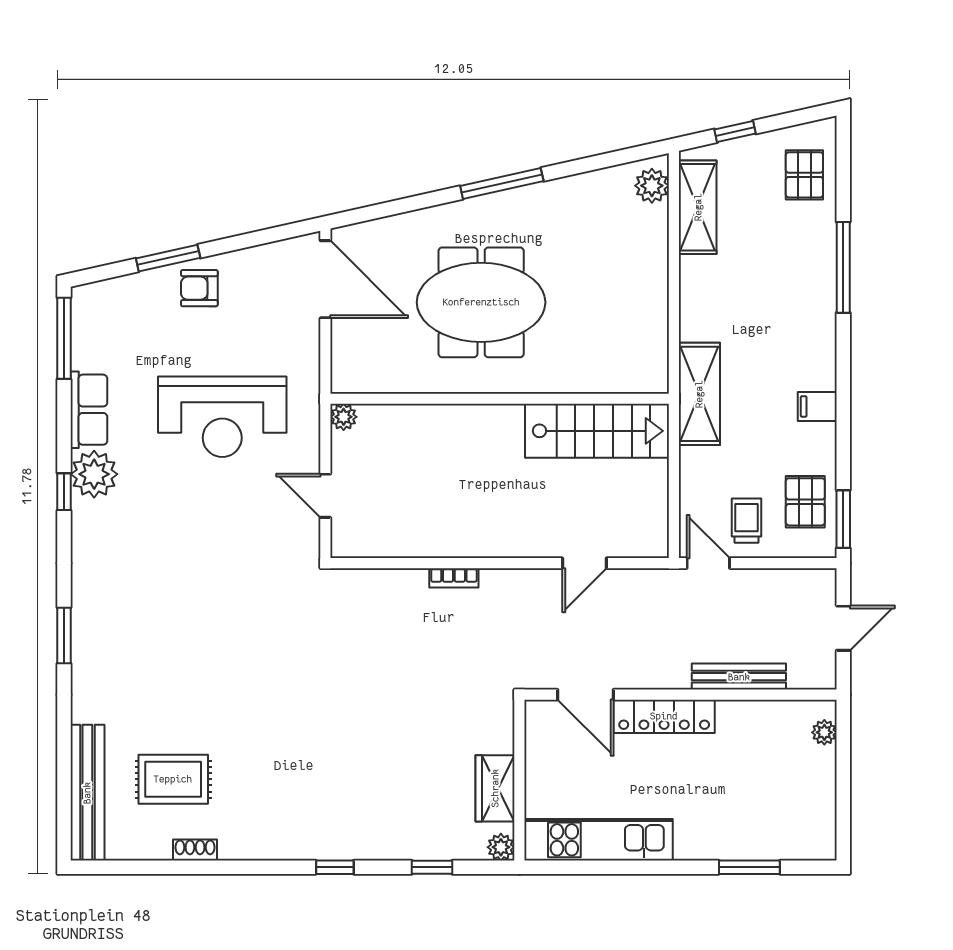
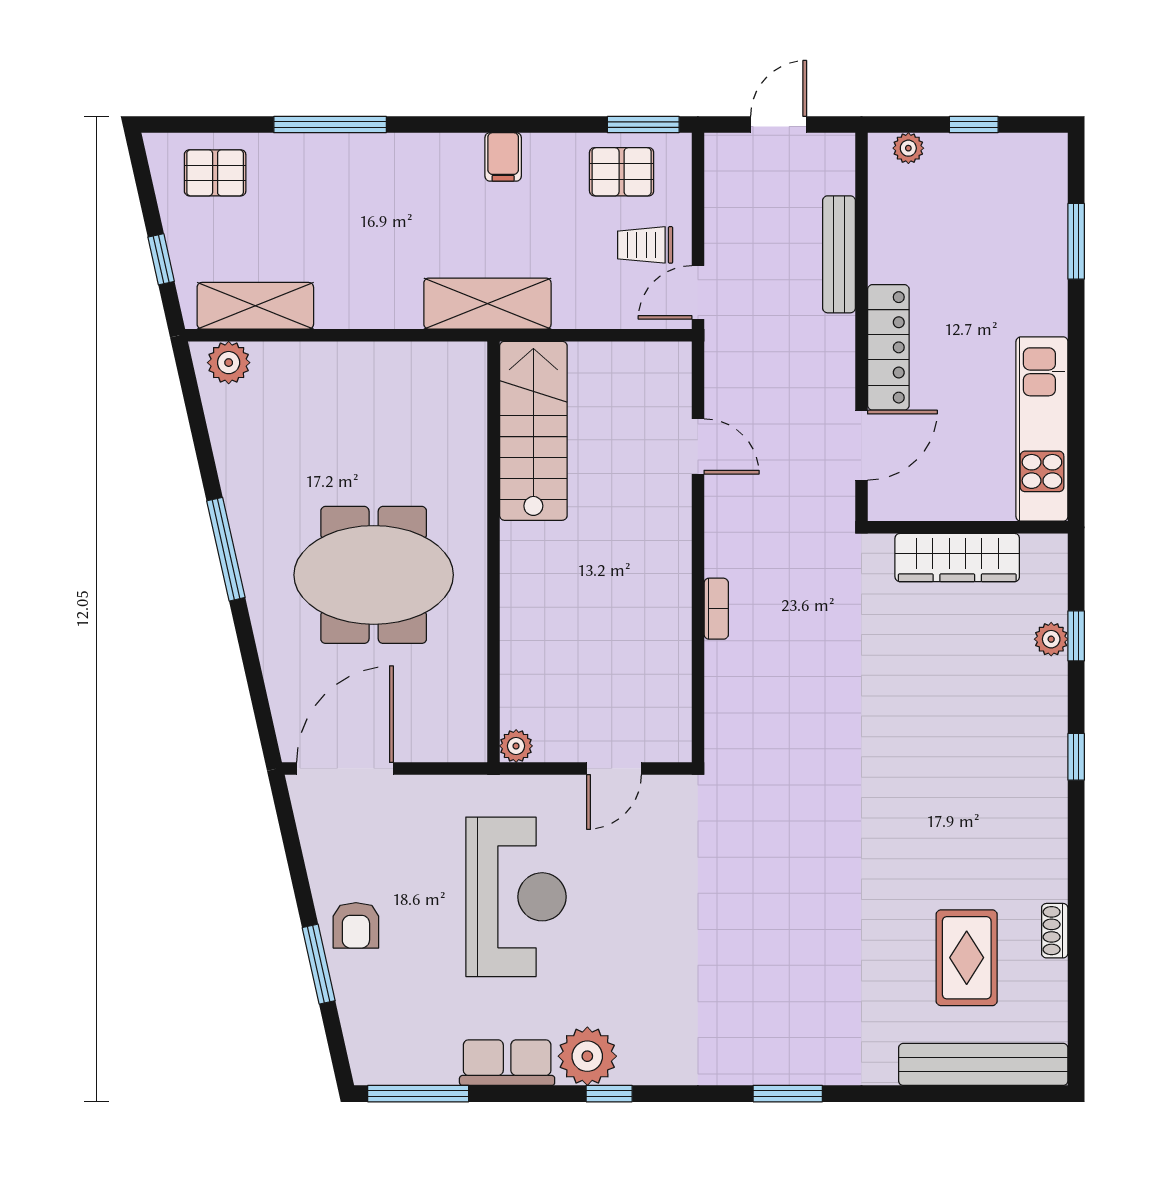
meeting table: (481, 302) -> (374, 575), turned 90
door: (843, 628) -> (779, 125), hinge flipped
window: (843, 785) -> (974, 125), added
wardrobe: (495, 788) -> (957, 558), width x1.50
plant: (501, 847) -> (1051, 639), moved

